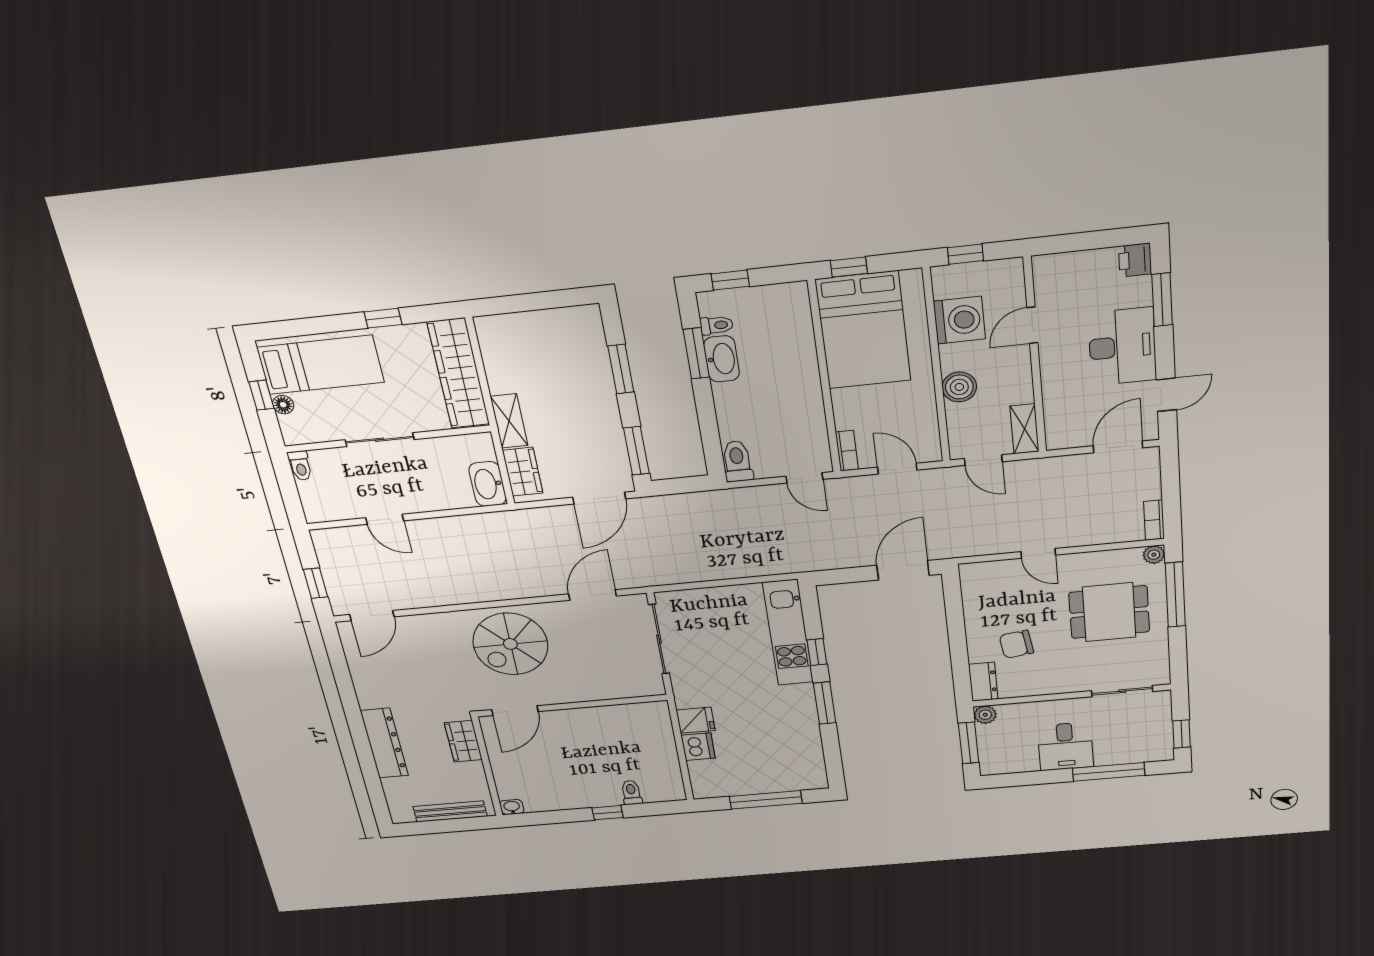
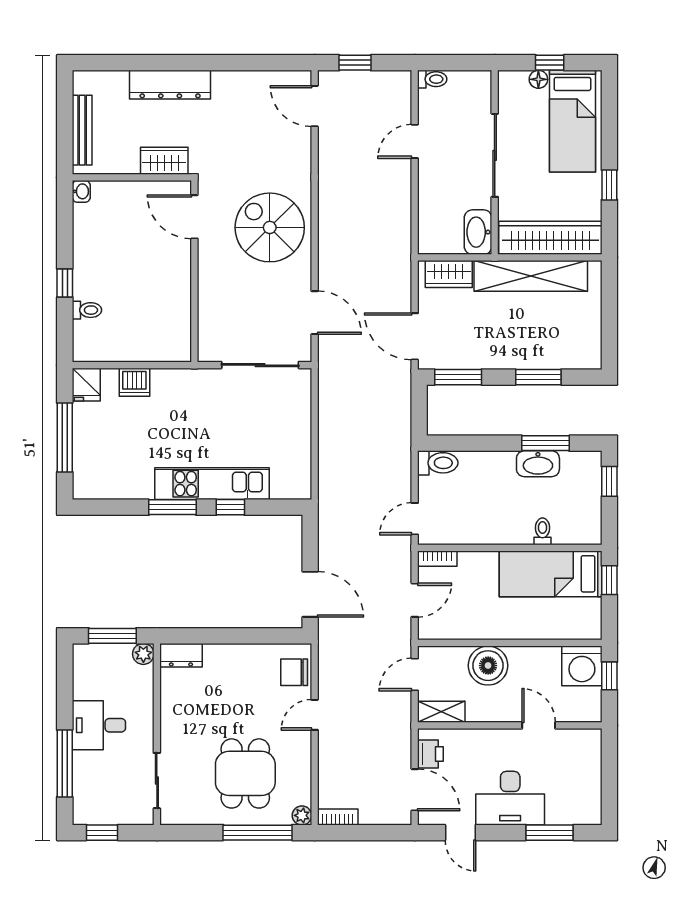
printer: (1135, 260) -> (430, 754), moved, turned 90
washing machine: (959, 320) -> (582, 666), moved
toilet: (717, 325) -> (543, 531), moved, turned 180
bed: (863, 330) -> (551, 574), width x0.67
boiler: (959, 387) -> (488, 666), width x1.37, depth x1.37
shelving: (509, 421) -> (531, 276), width x2.20, depth x1.33
sliding door: (380, 440) -> (495, 155), width x1.37
toilet: (300, 466) -> (432, 79), moved, turned 180
washbasin: (488, 484) -> (478, 232), moved, turned -90
kitchen unit: (788, 633) -> (212, 484), moved
chair: (1016, 644) -> (294, 672), moved, turned -82
fridge: (696, 720) -> (86, 385), moved

